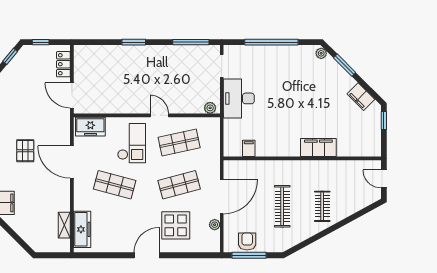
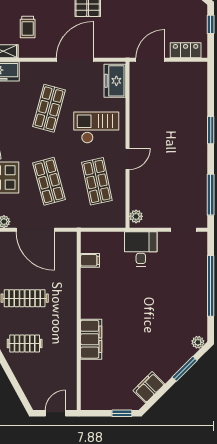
desk: (239, 98) -> (141, 249), width x0.73
checkout: (132, 143) -> (96, 128), turned 180
trolley: (43, 204) -> (28, 27), added

